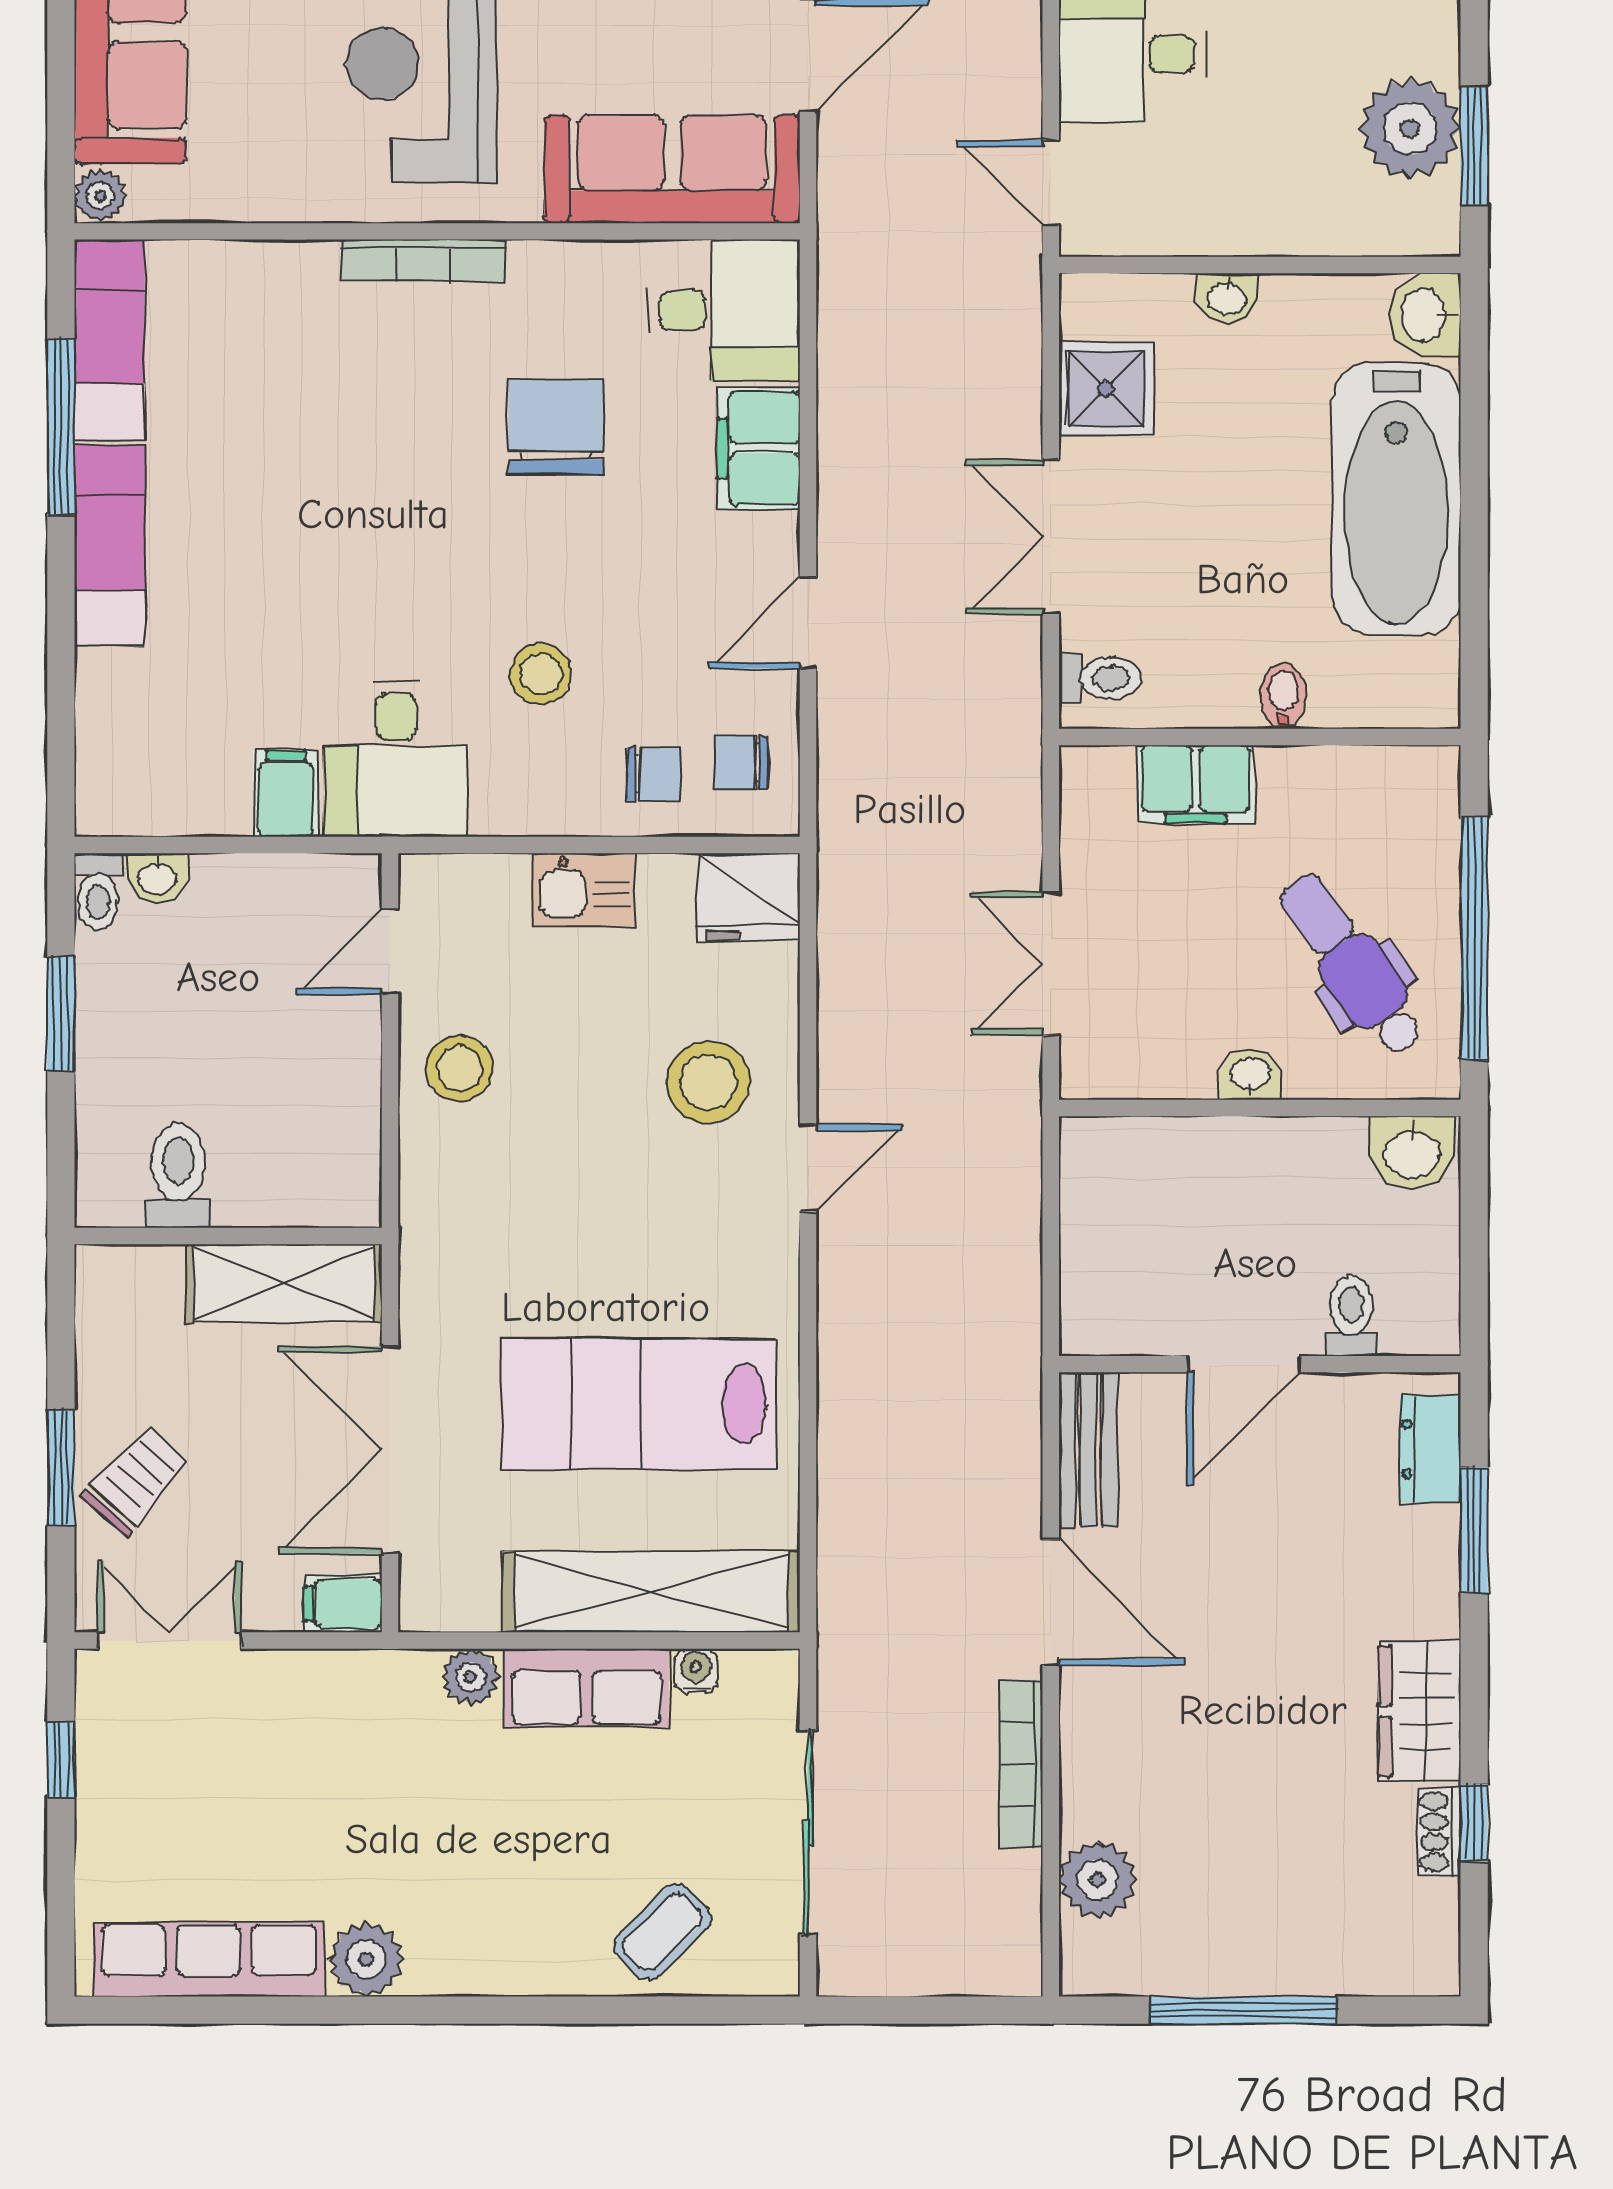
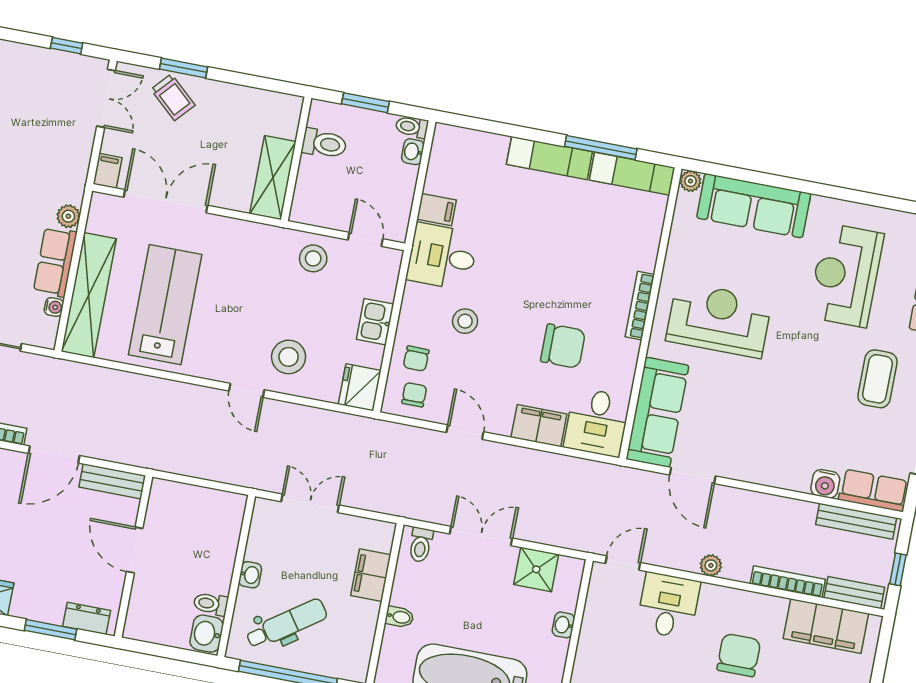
toilet: (178, 1176) -> (324, 144), moved
wall: (228, 1236) -> (296, 159), moved
shelving: (284, 1283) -> (273, 178), moved
toilet: (1351, 1316) -> (211, 604), moved, turned 180

